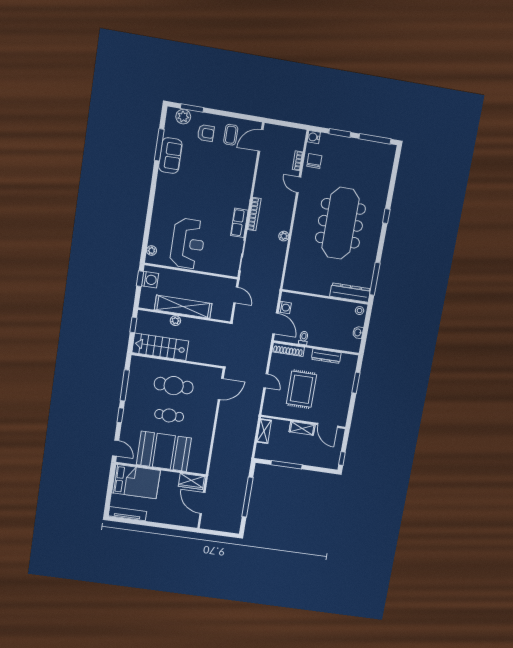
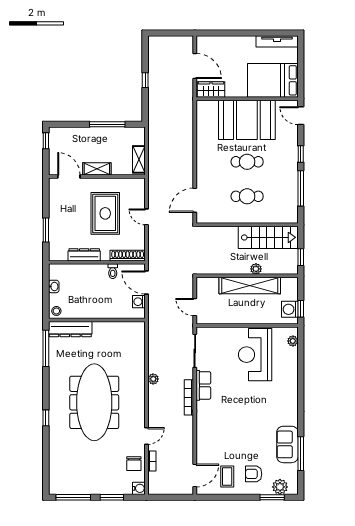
door: (299, 185) -> (146, 436), hinge flipped
cafe table: (174, 386) -> (247, 196), width x0.73, depth x0.74
window: (247, 497) -> (145, 80), width x0.32

